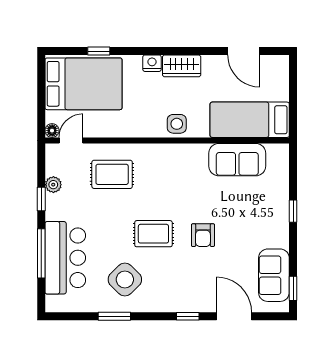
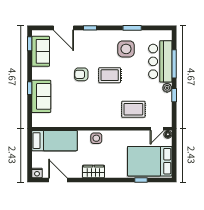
nightstand: (152, 63) -> (37, 173), moved
sofa: (237, 160) -> (41, 96), moved, turned 90
plant: (53, 185) -> (167, 88), moved
armchair: (203, 235) -> (81, 74), turned -90
side table: (125, 280) -> (126, 49), turned 45

